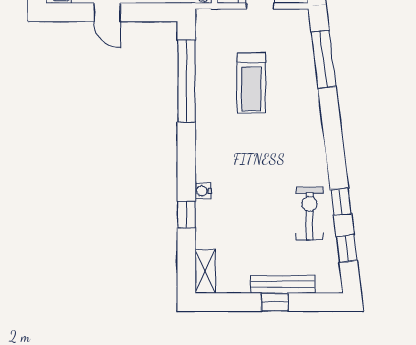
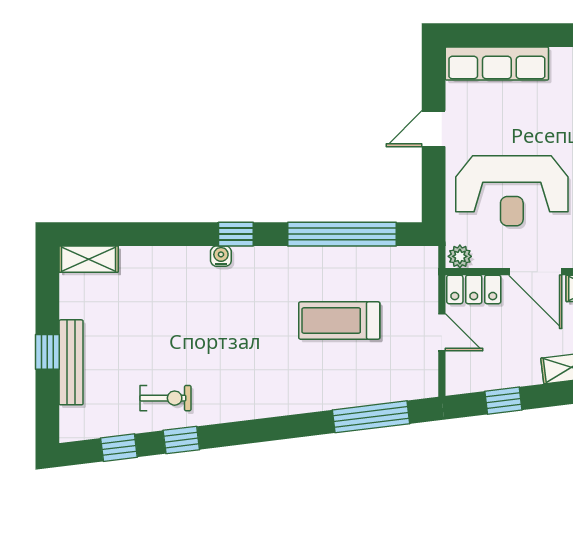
water cooler: (203, 191) -> (221, 256), moved
window: (186, 214) -> (236, 234), moved
exercise bike: (310, 214) -> (165, 398), width x0.73, depth x0.72

